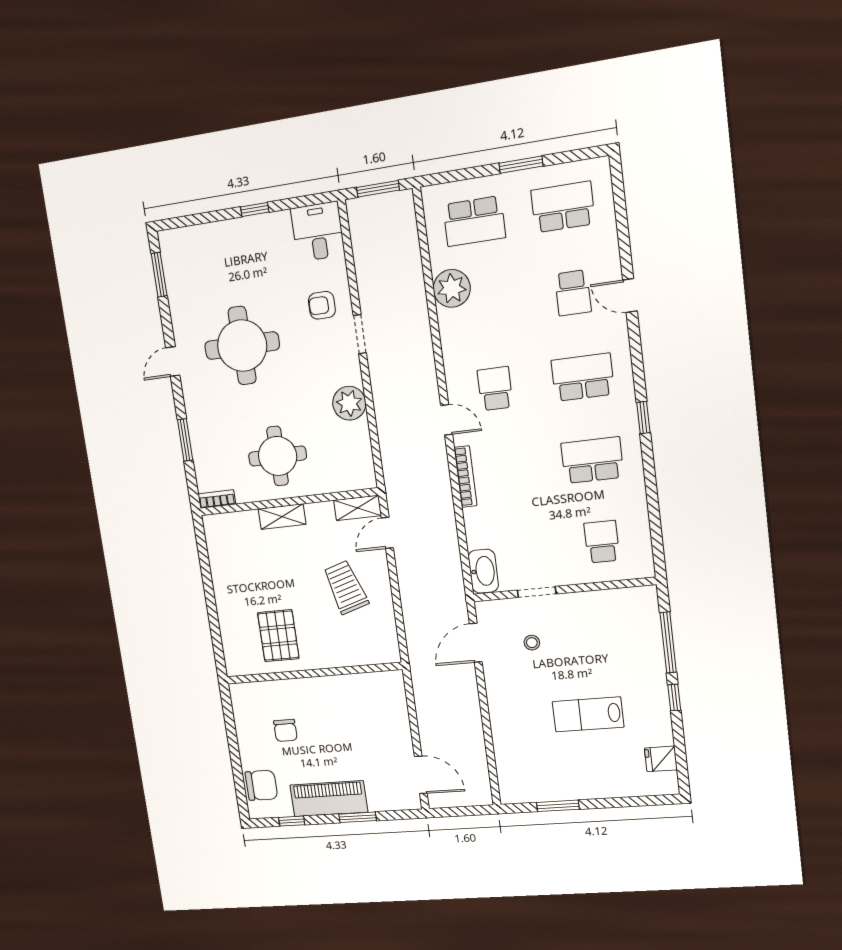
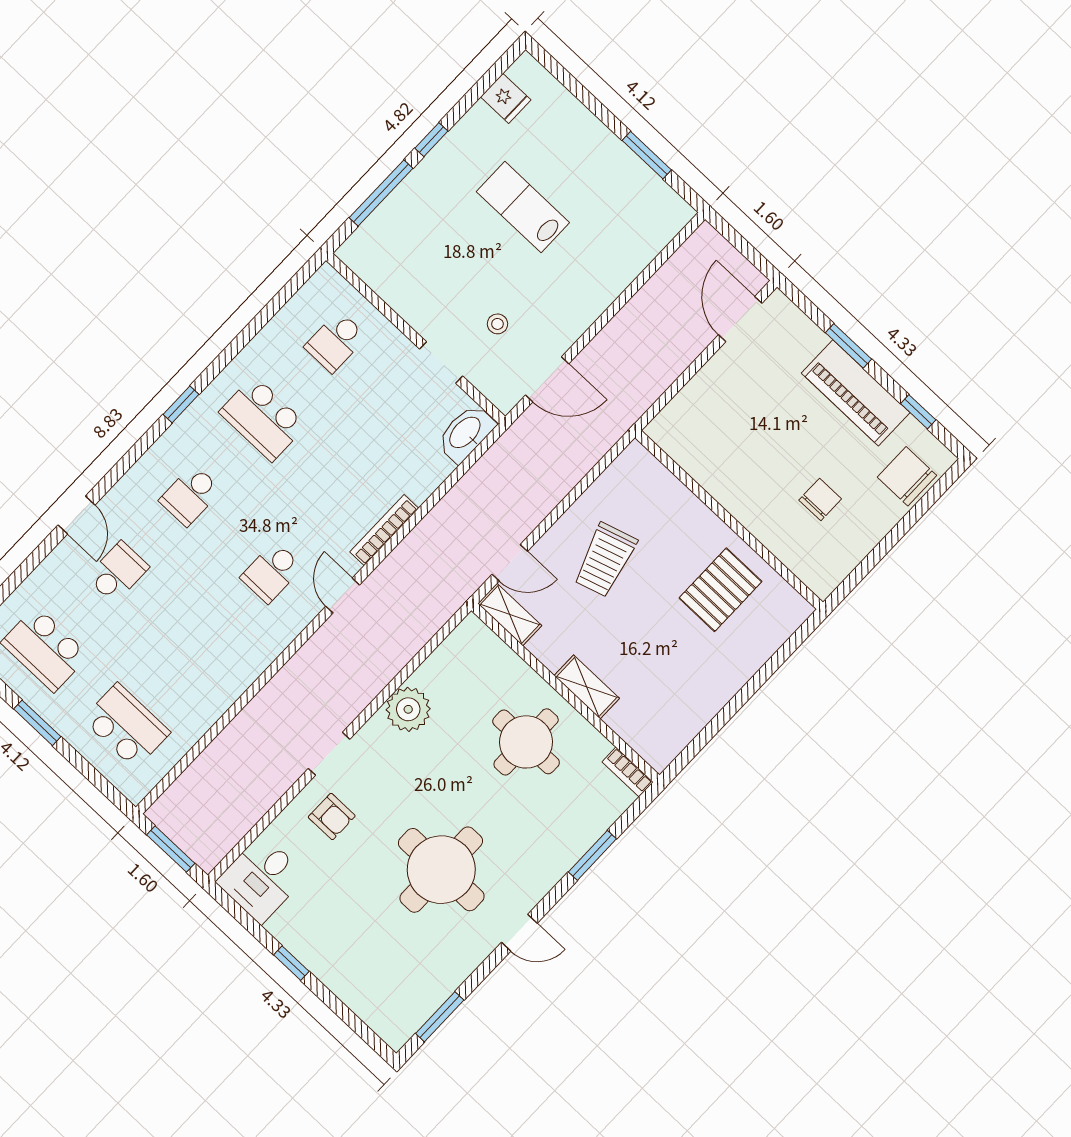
plant: (452, 288) -> (209, 696), removed
school desk: (583, 377) -> (190, 495), width x0.54
lab bench: (588, 714) -> (523, 207), turned 180

